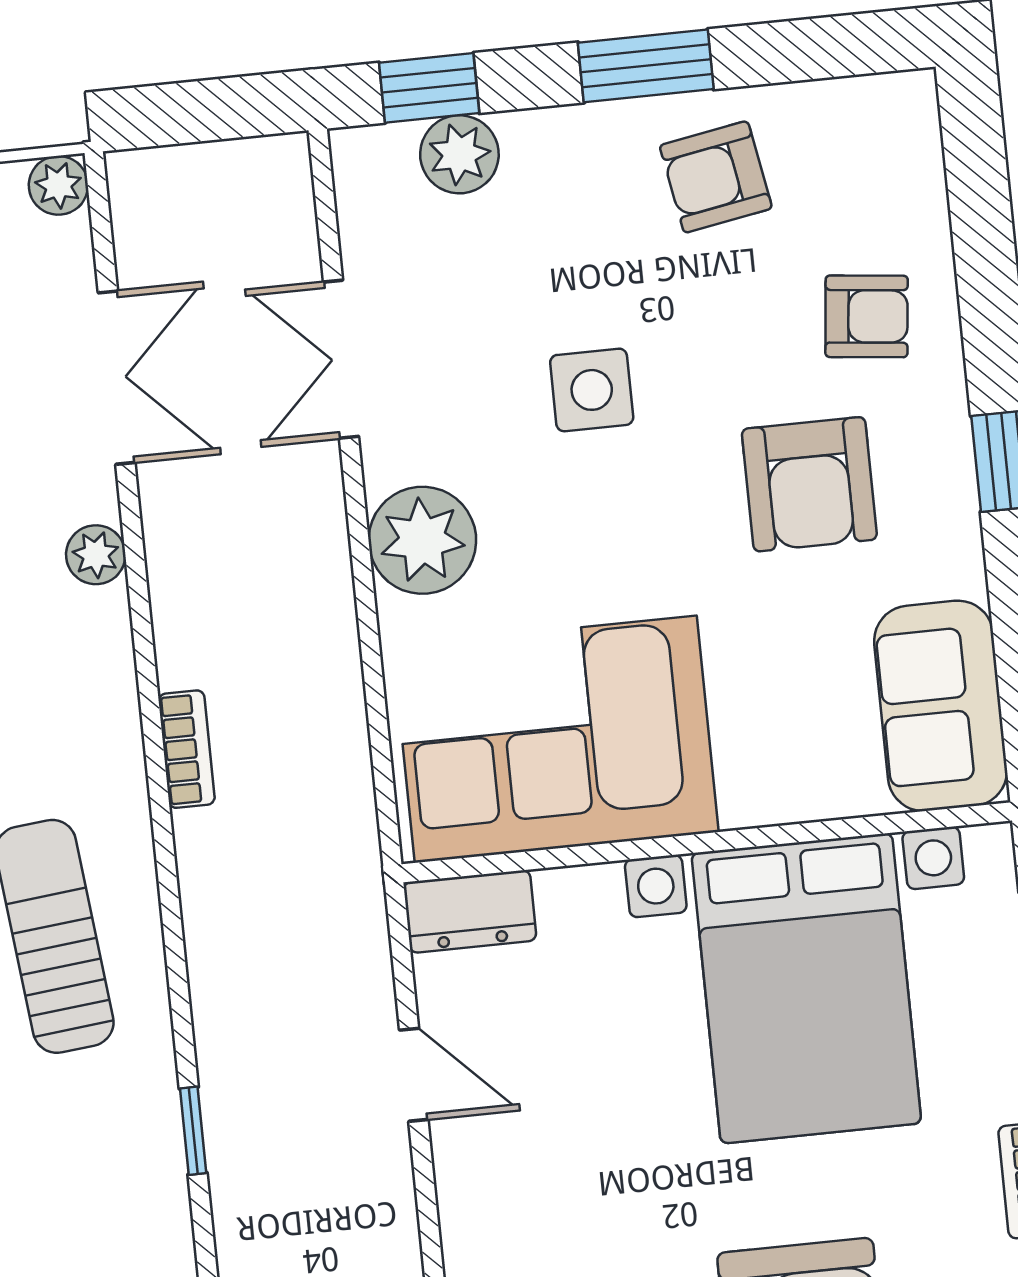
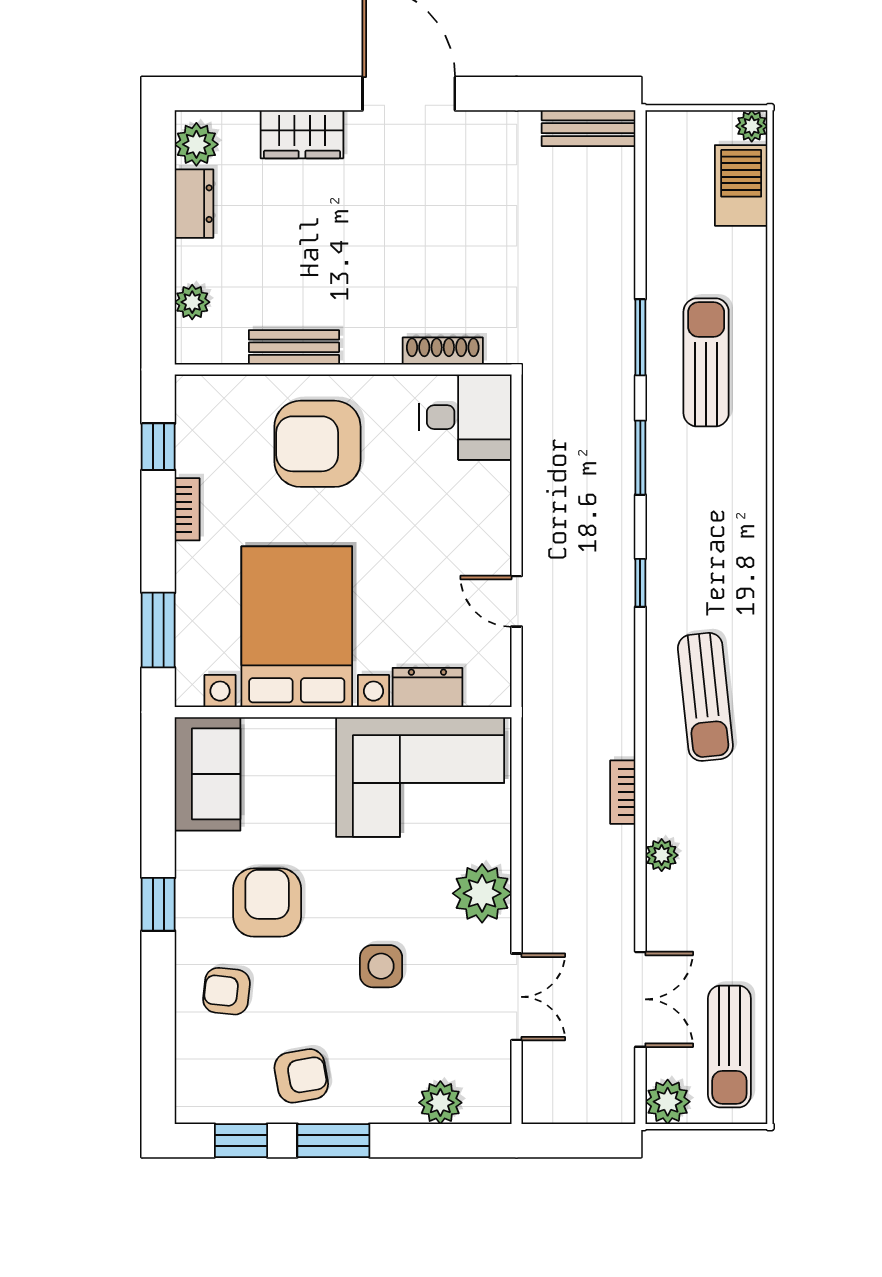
window: (429, 88) -> (241, 1141), moved
plant: (58, 185) -> (668, 1102), width x1.38, depth x1.38
double door: (117, 378) -> (640, 999), swing flipped
plant: (96, 555) -> (662, 855), moved
dresser: (470, 911) -> (427, 687), moved

